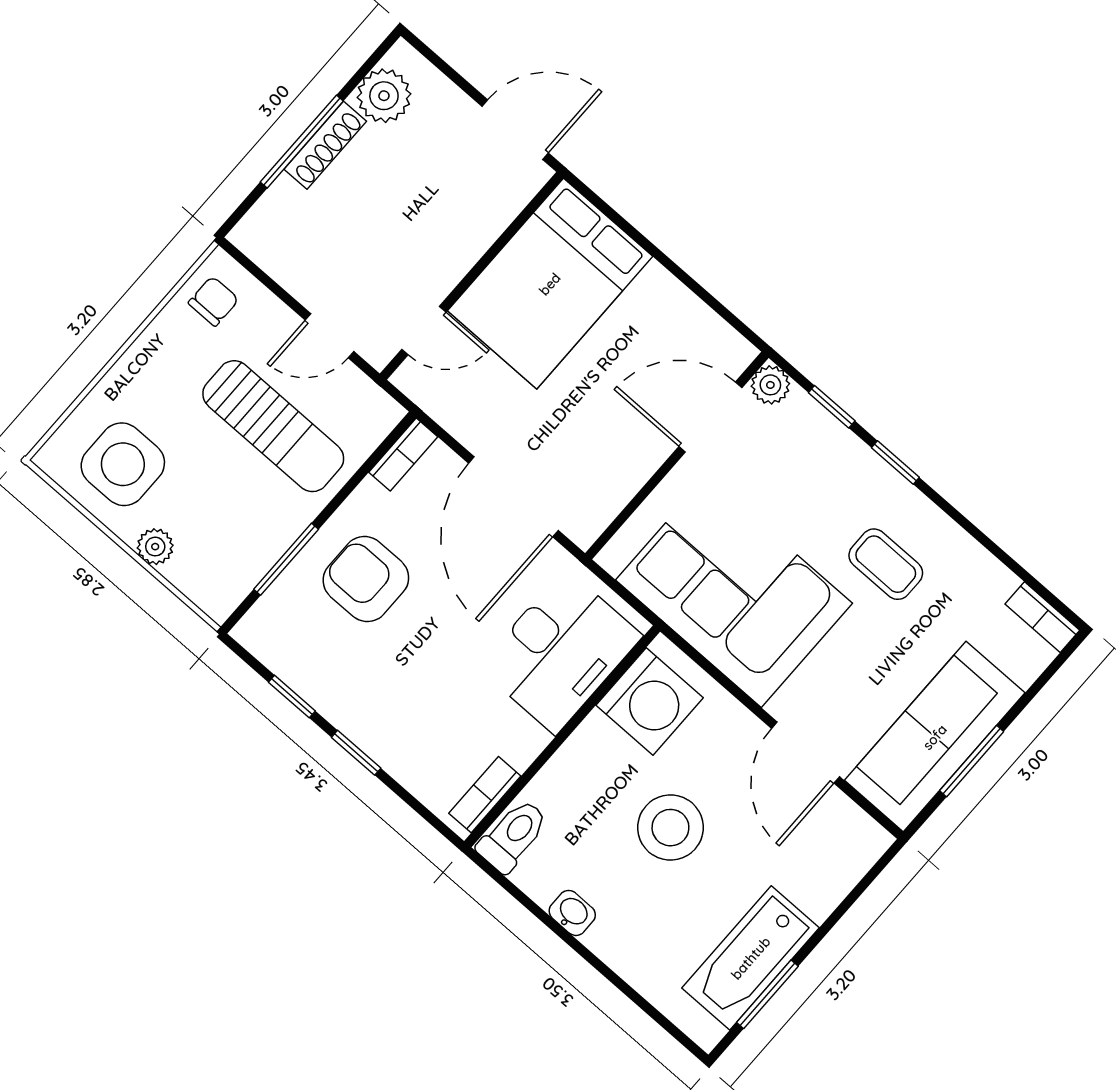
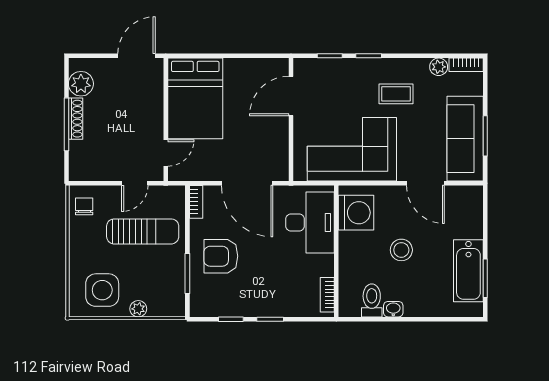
plant: (770, 385) -> (439, 67), moved
stool: (670, 828) -> (401, 250), width x0.73, depth x0.73
toilet: (513, 836) -> (372, 300), moved

